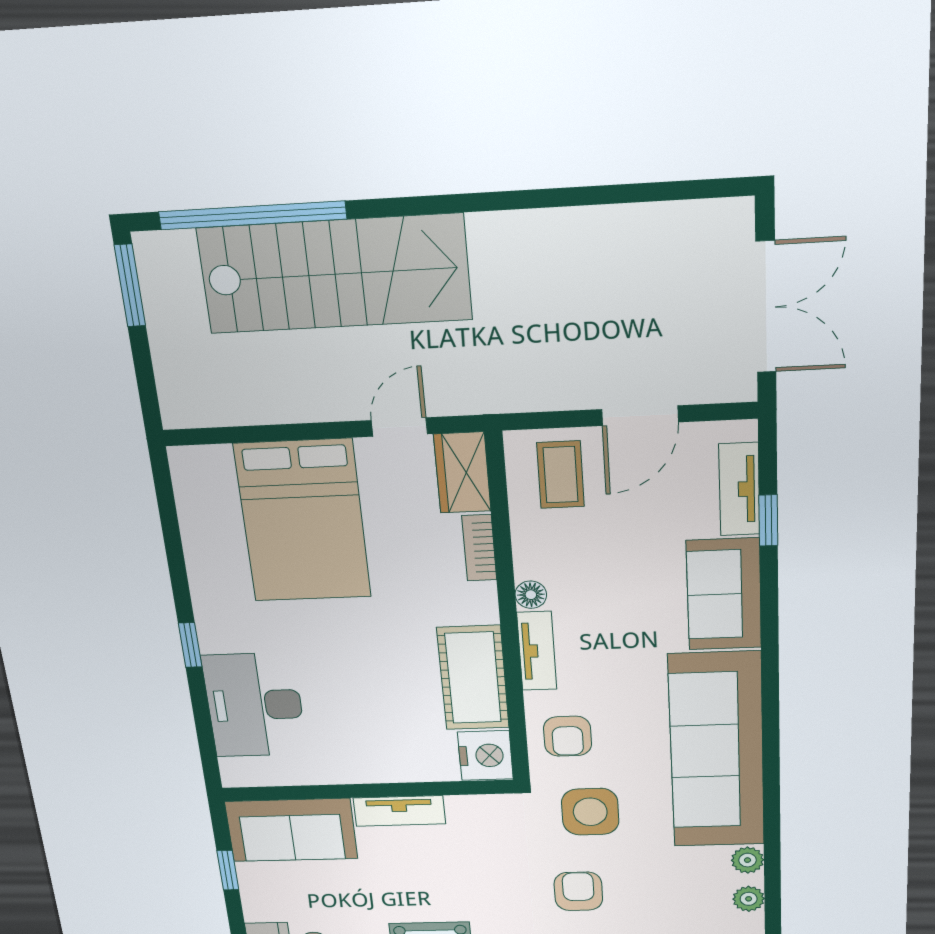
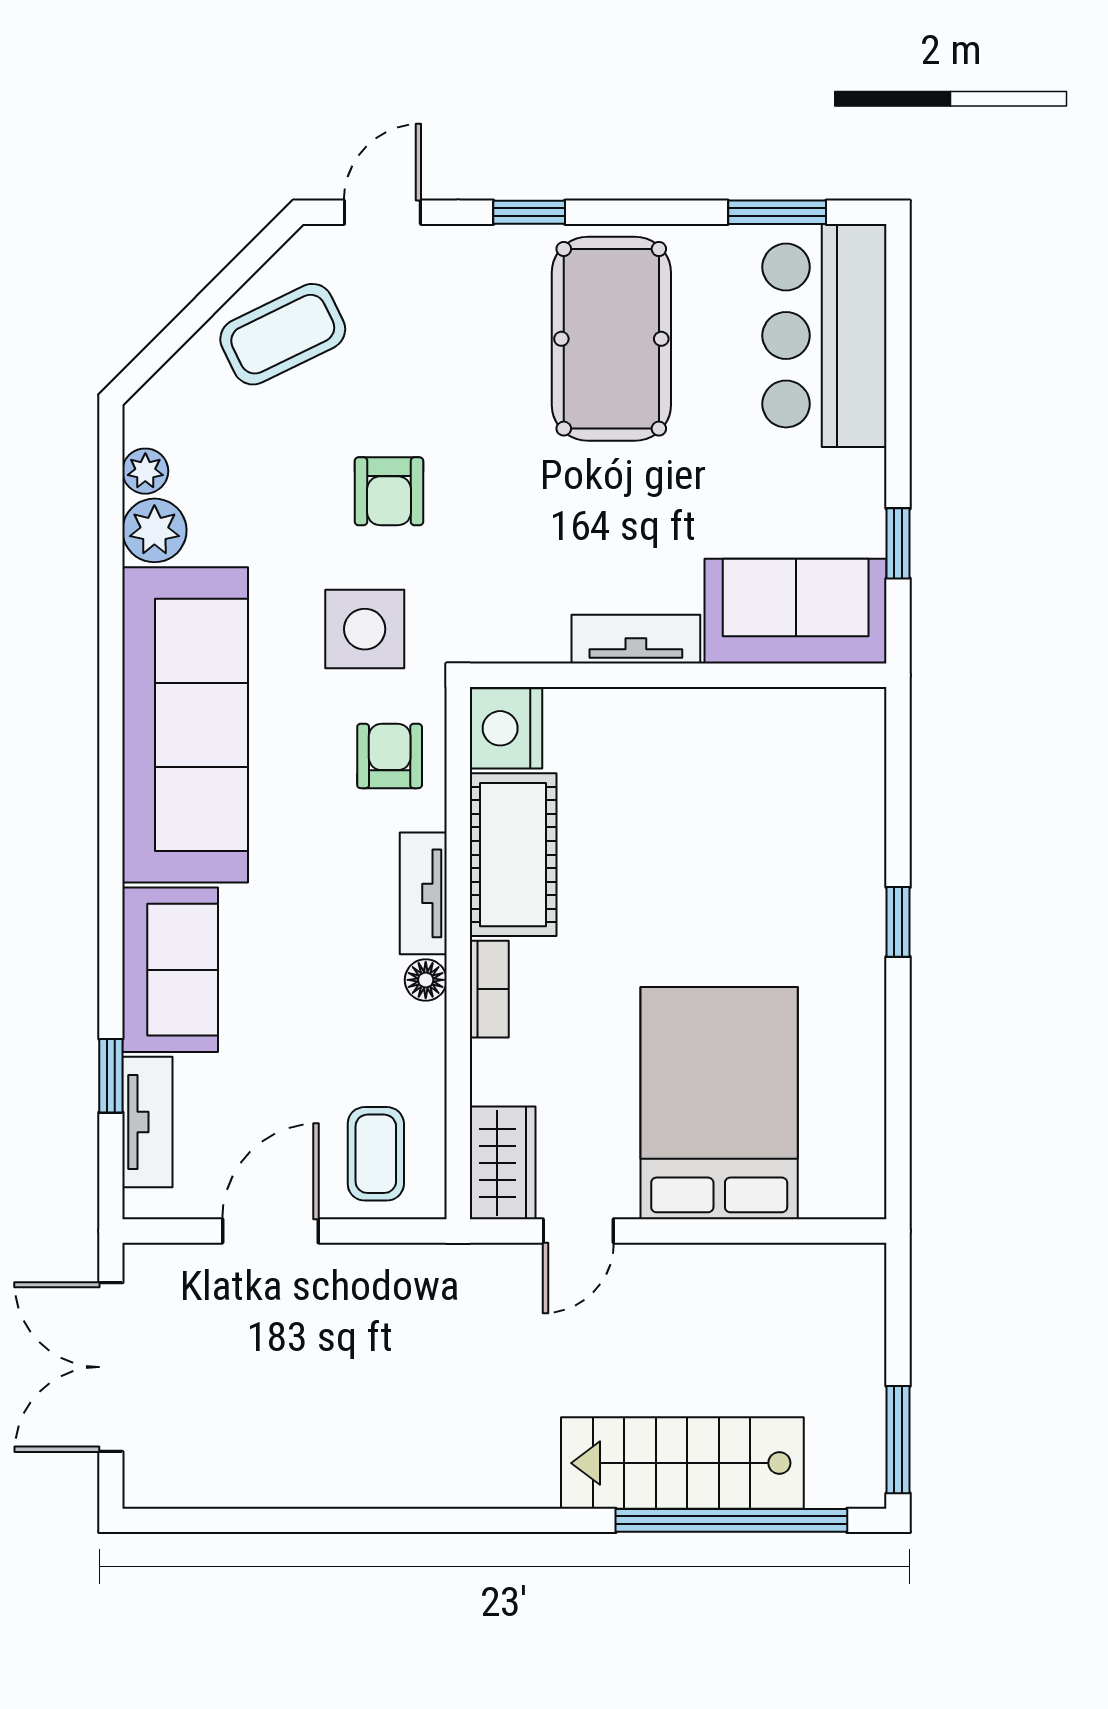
stairs: (335, 274) -> (682, 1463), width x0.73, depth x0.66
bookcase: (479, 548) -> (489, 989), moved
desk: (255, 705) -> (821, 823), removed
plant: (748, 860) -> (154, 530), width x1.38, depth x1.38

